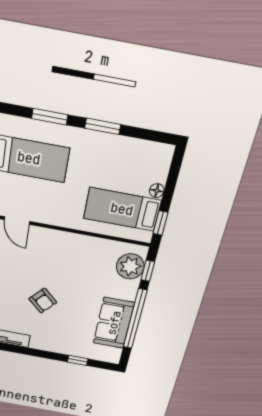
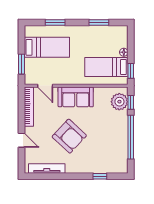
window: (103, 126) -> (99, 22), moved
armchair: (43, 301) -> (69, 136), width x1.88, depth x1.88
sofa: (114, 323) -> (76, 97), moved, turned -90

